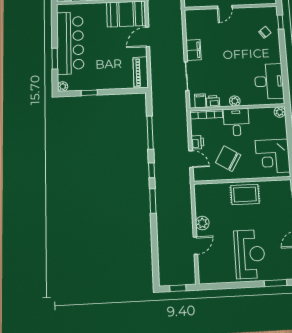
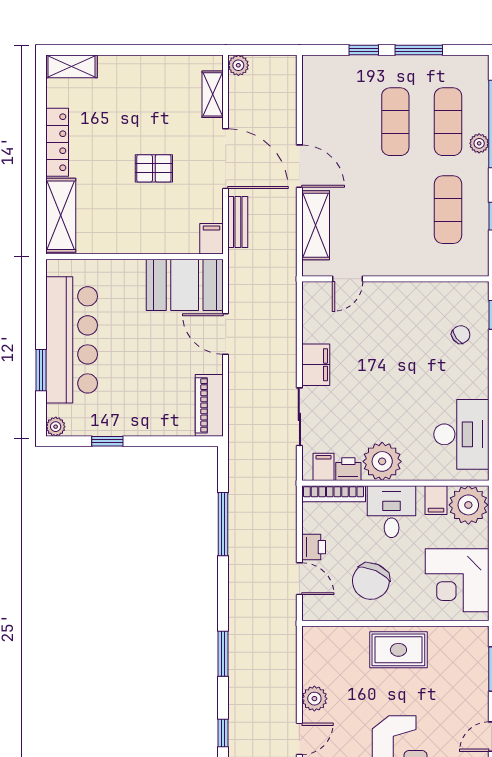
door: (225, 7) -> (348, 279), moved
door: (147, 37) -> (226, 334), hinge flipped
plant: (235, 101) -> (382, 461), width x1.88, depth x1.88
plant: (280, 112) -> (468, 505), width x1.88, depth x1.88
filing cabinet: (259, 115) -> (436, 500), added
chair: (228, 159) -> (371, 581), turned -97
window: (152, 170) -> (223, 733), moved

